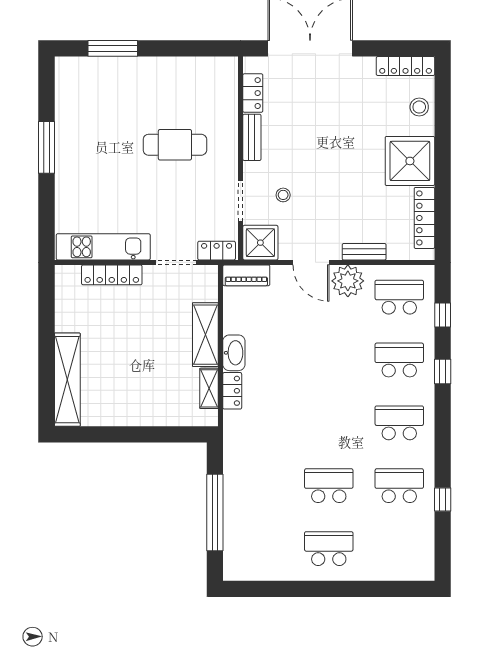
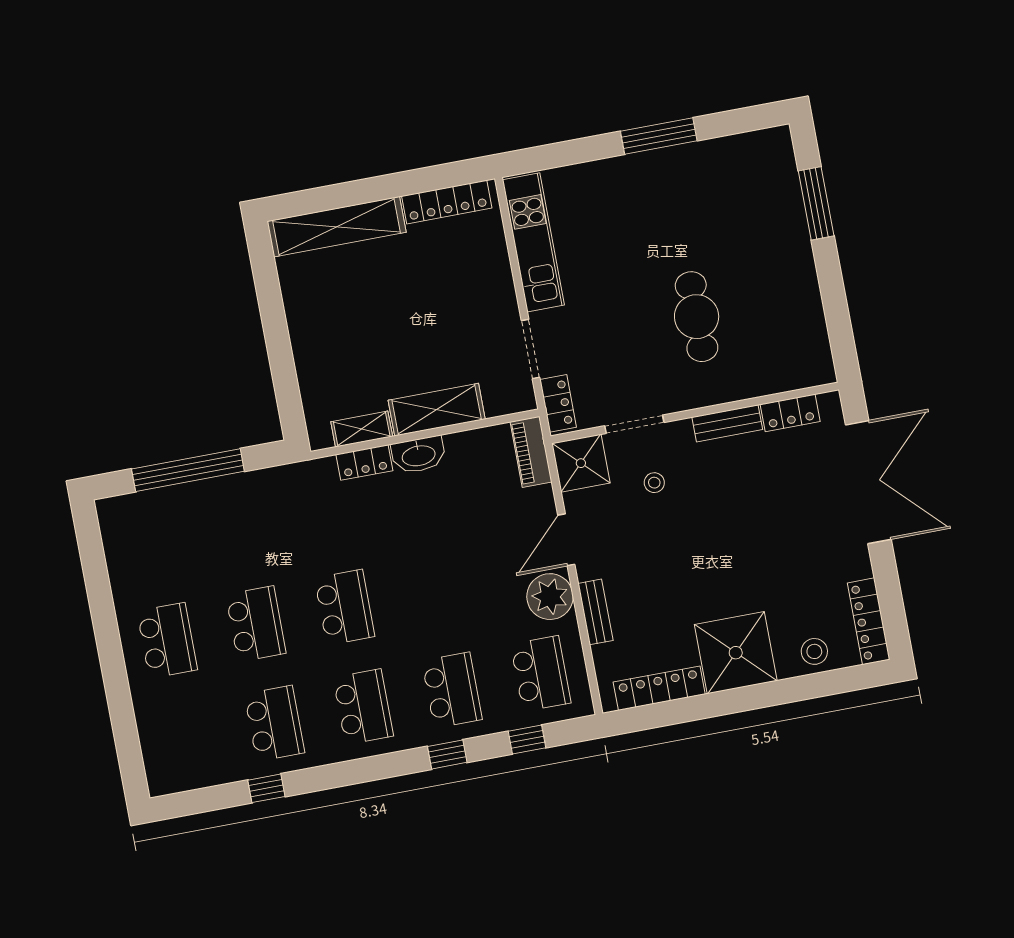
locker: (112, 275) -> (447, 202), moved, turned -90
school desk: (329, 423) -> (345, 607), added

